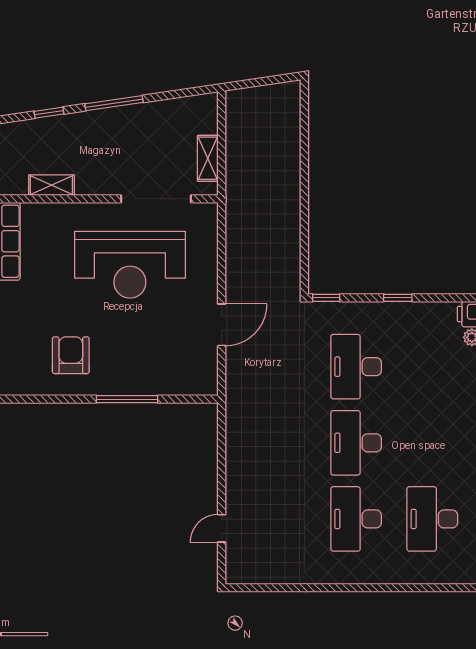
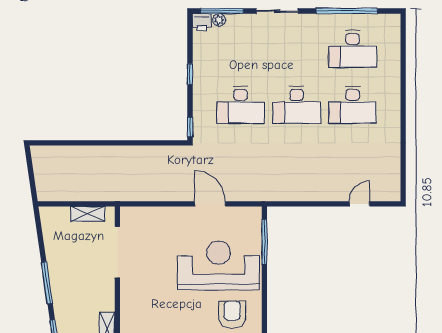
reception desk: (130, 265) -> (218, 265), moved, turned -90
armchair: (71, 355) -> (232, 315), turned 90
window: (127, 399) -> (264, 242), moved
door: (222, 528) -> (359, 204), swing flipped

